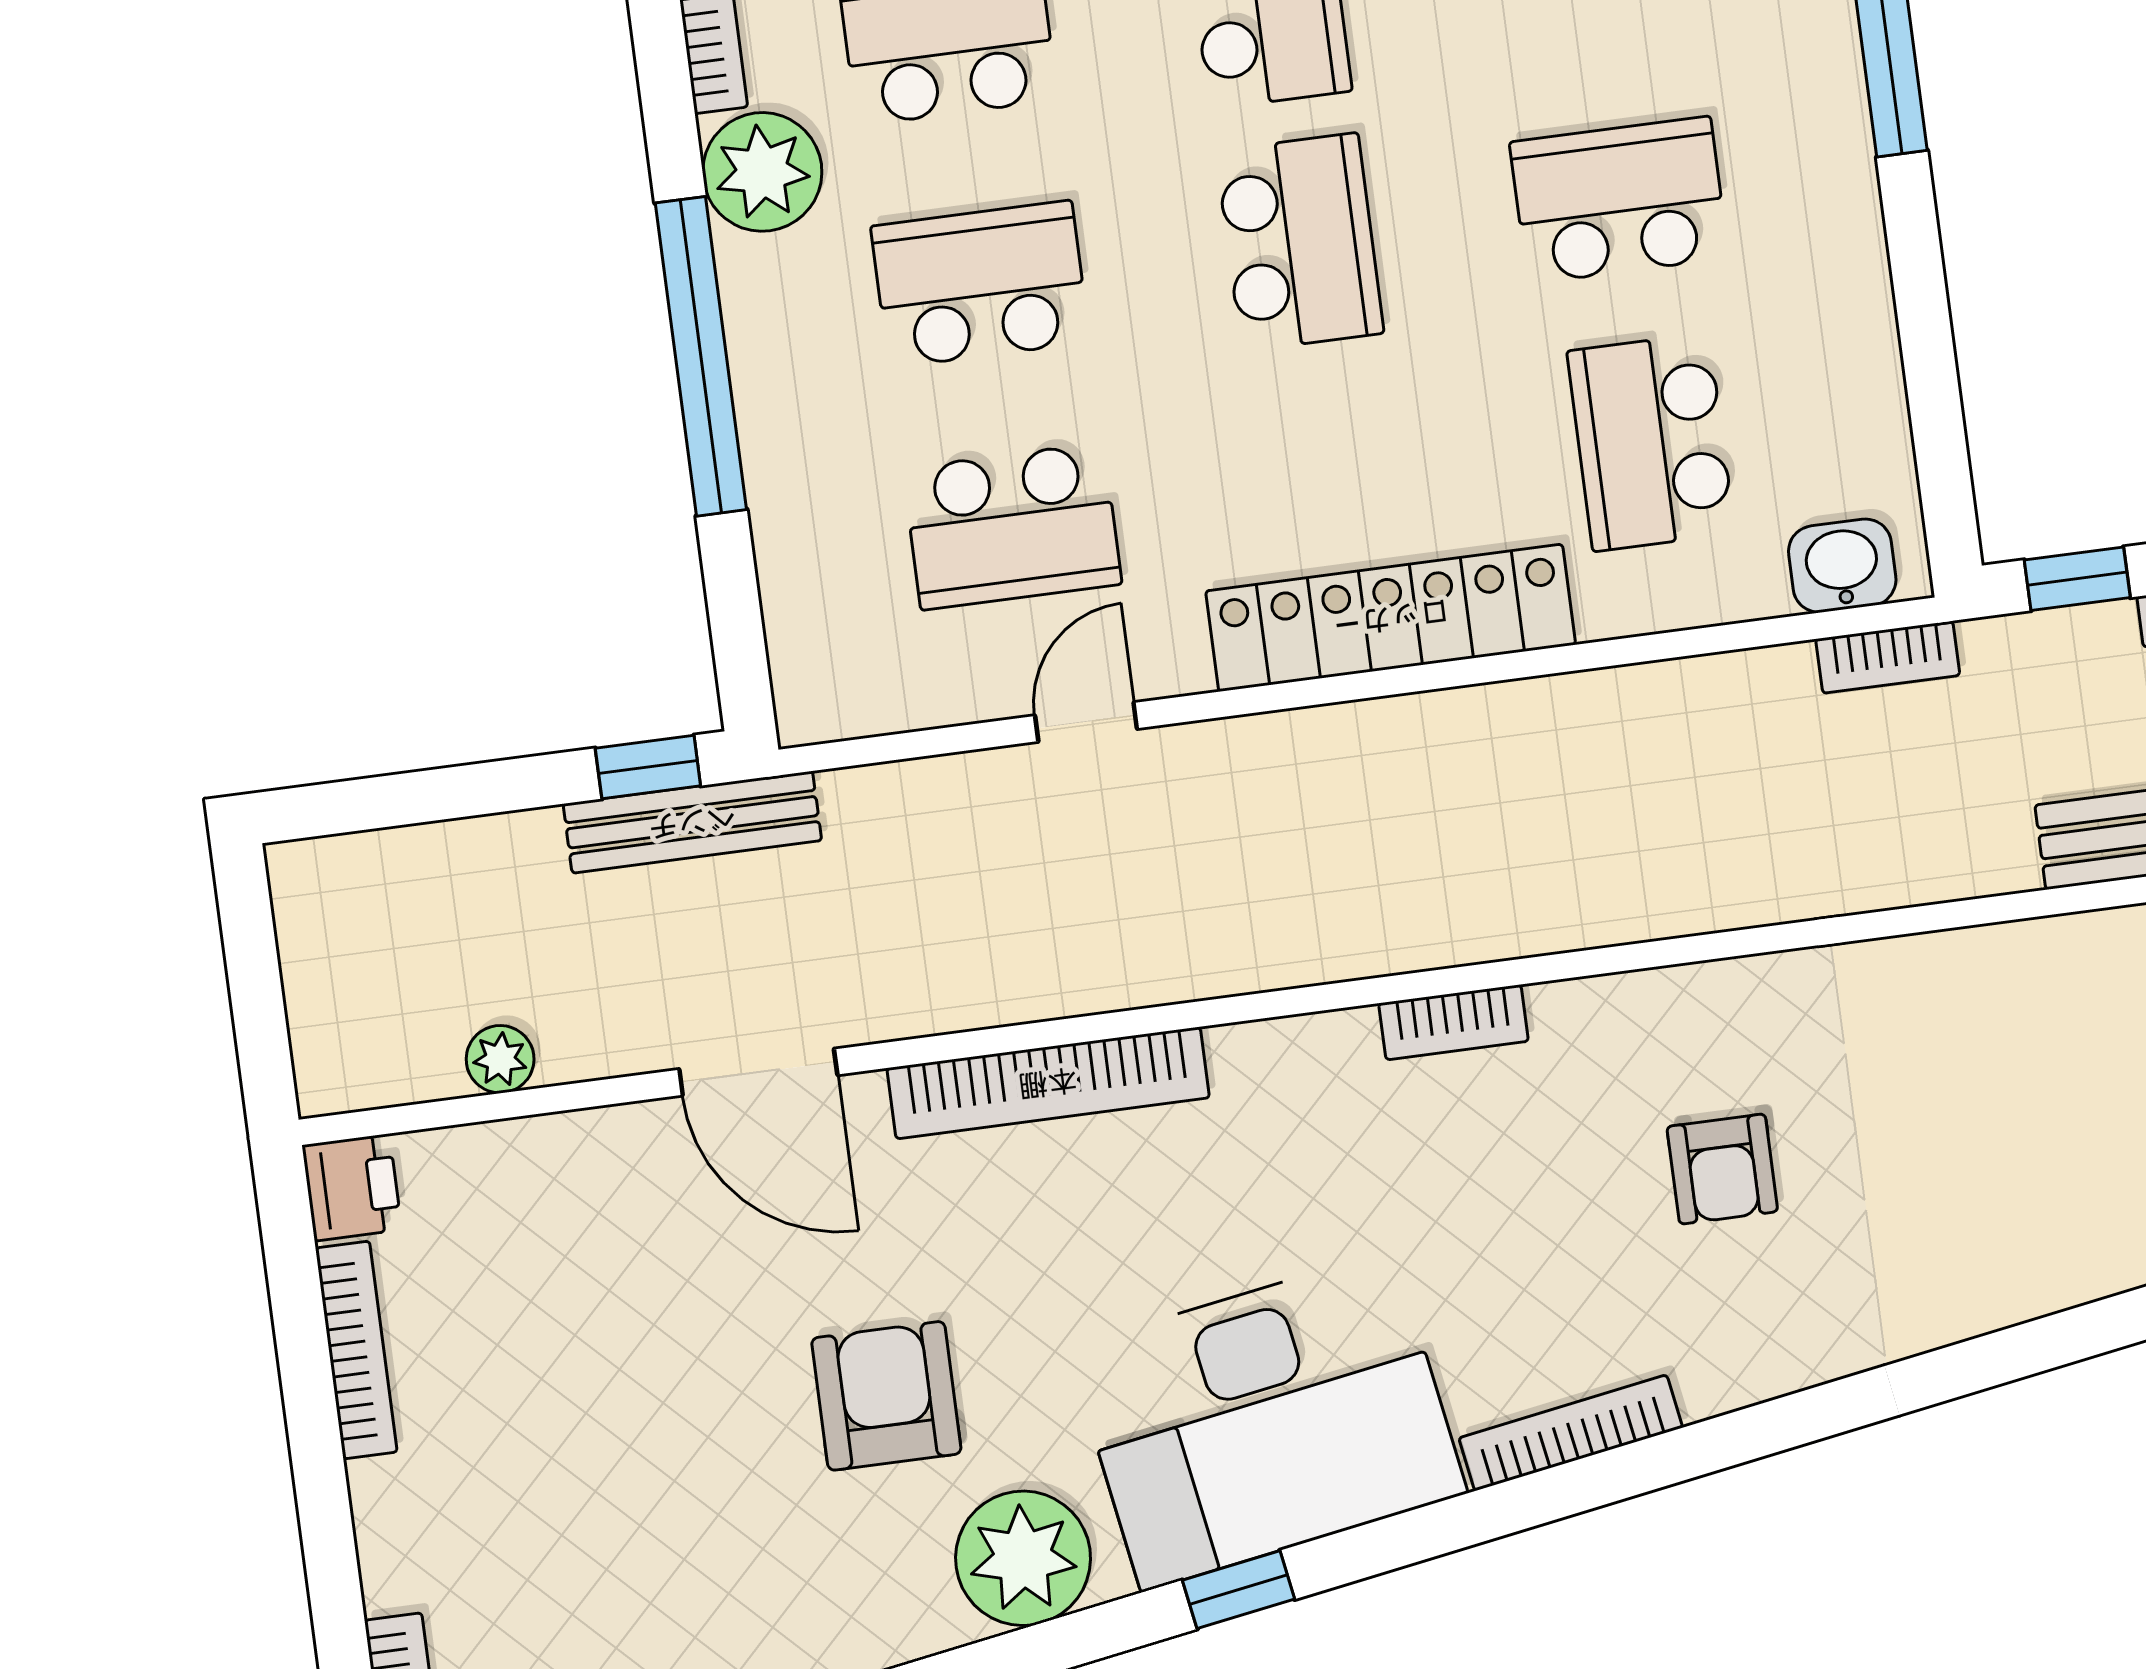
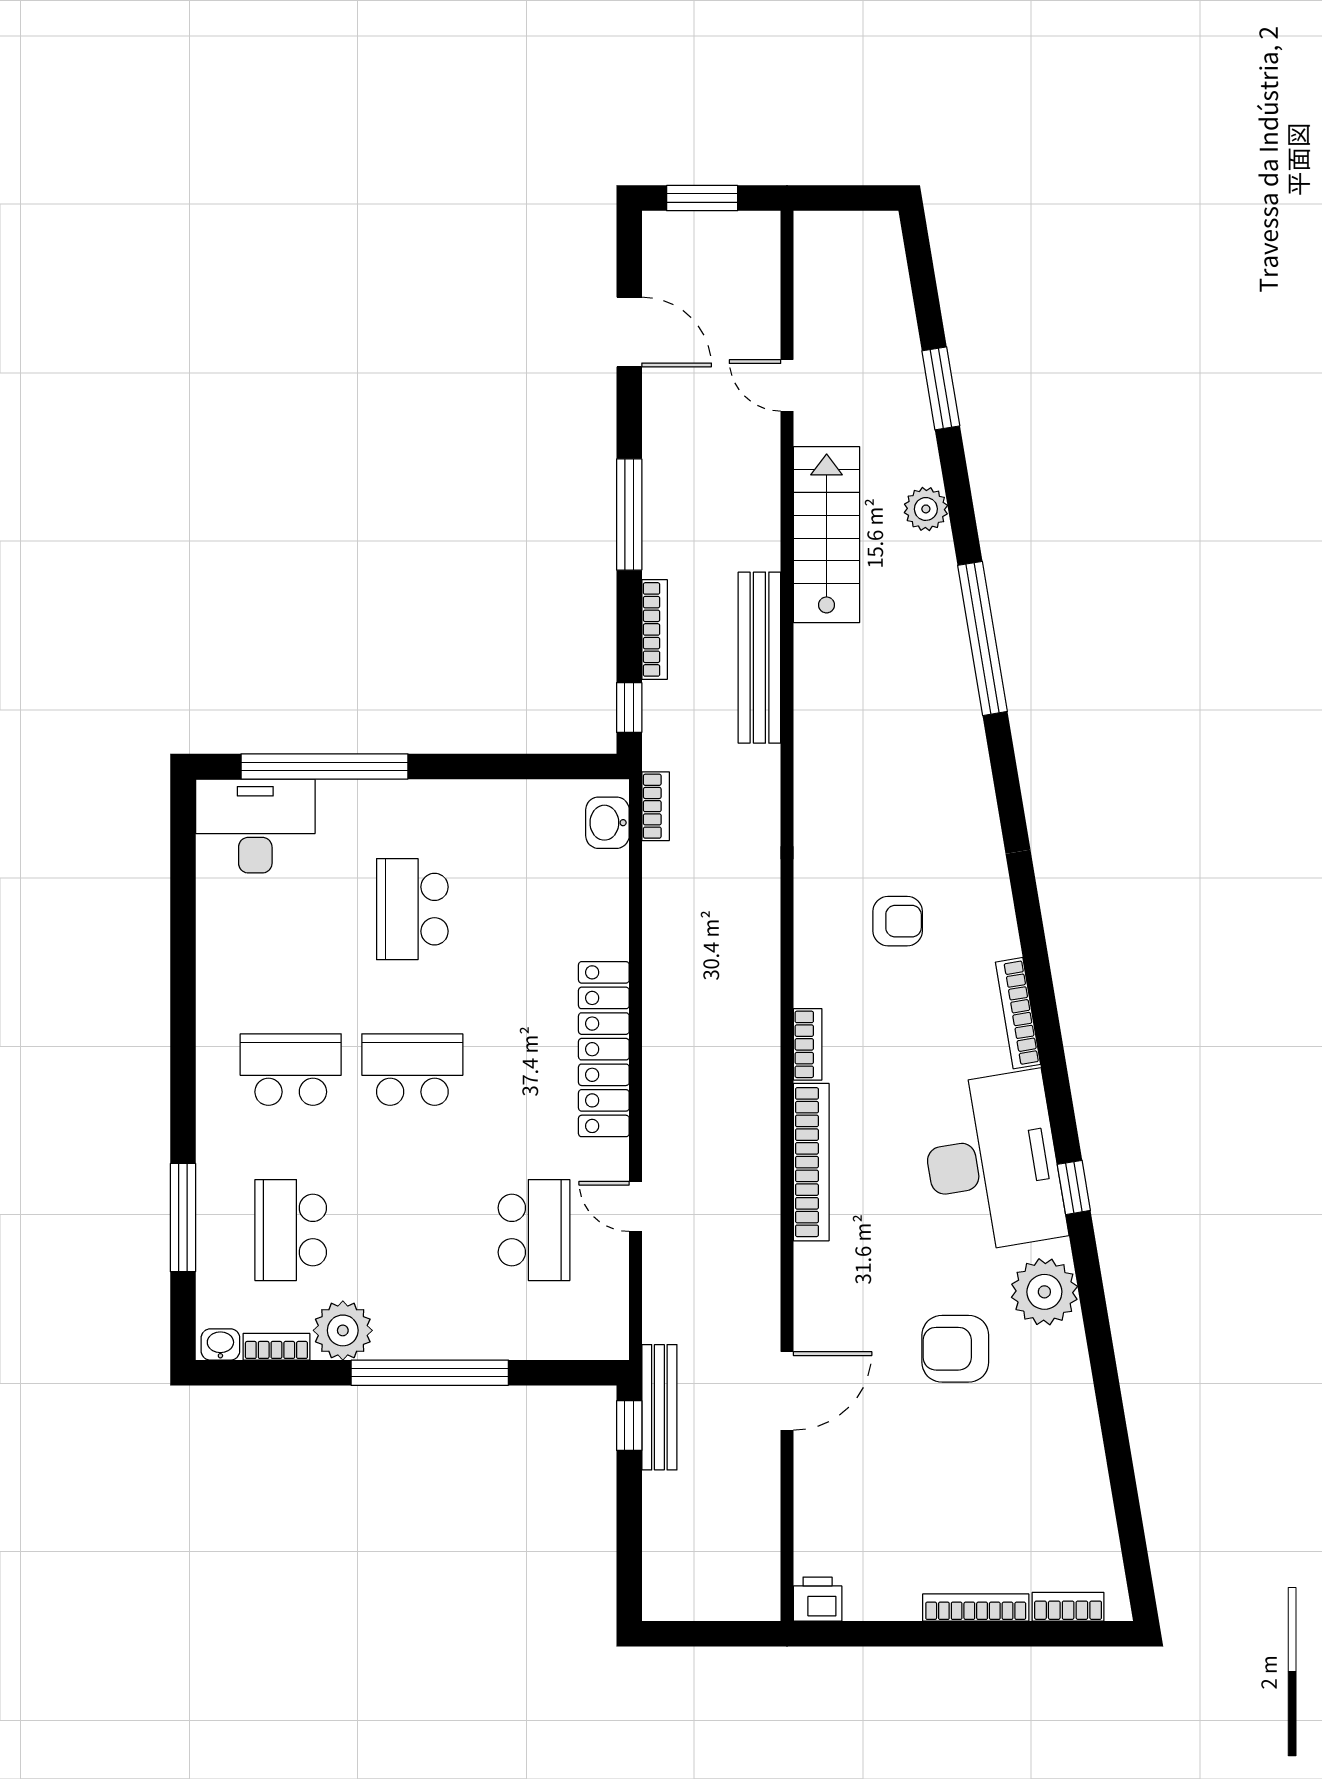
school desk: (980, 284) -> (412, 1230), removed
school desk: (1651, 442) -> (534, 909), removed
plant: (500, 1059) -> (764, 1518), removed
bookcase: (1048, 1083) -> (811, 1162), moved
bookcase: (356, 1350) -> (976, 1608), moved

